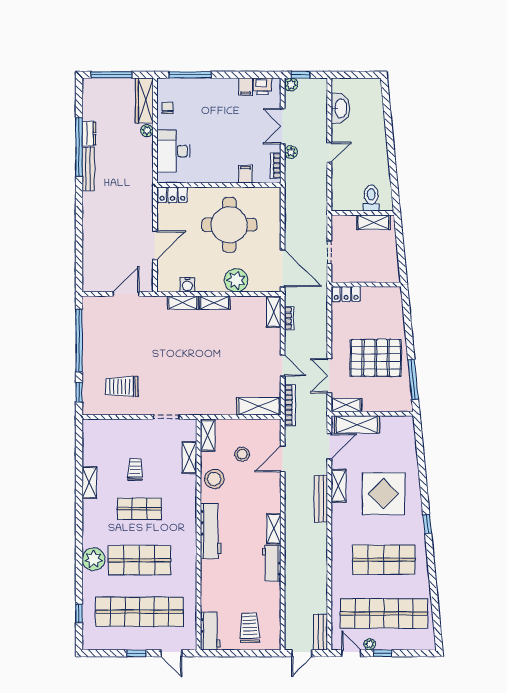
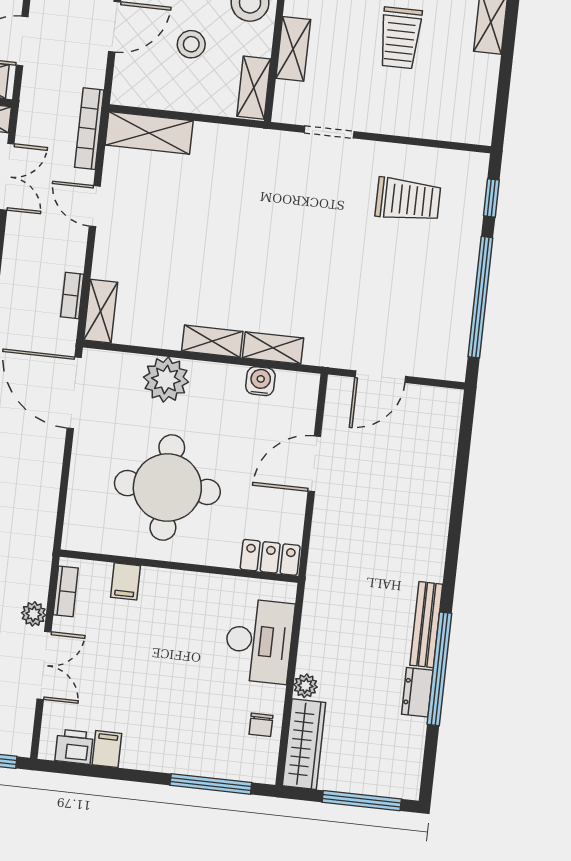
plant: (291, 84) -> (19, 744), removed
trolley: (135, 469) -> (400, 38), width x1.36, depth x1.39

